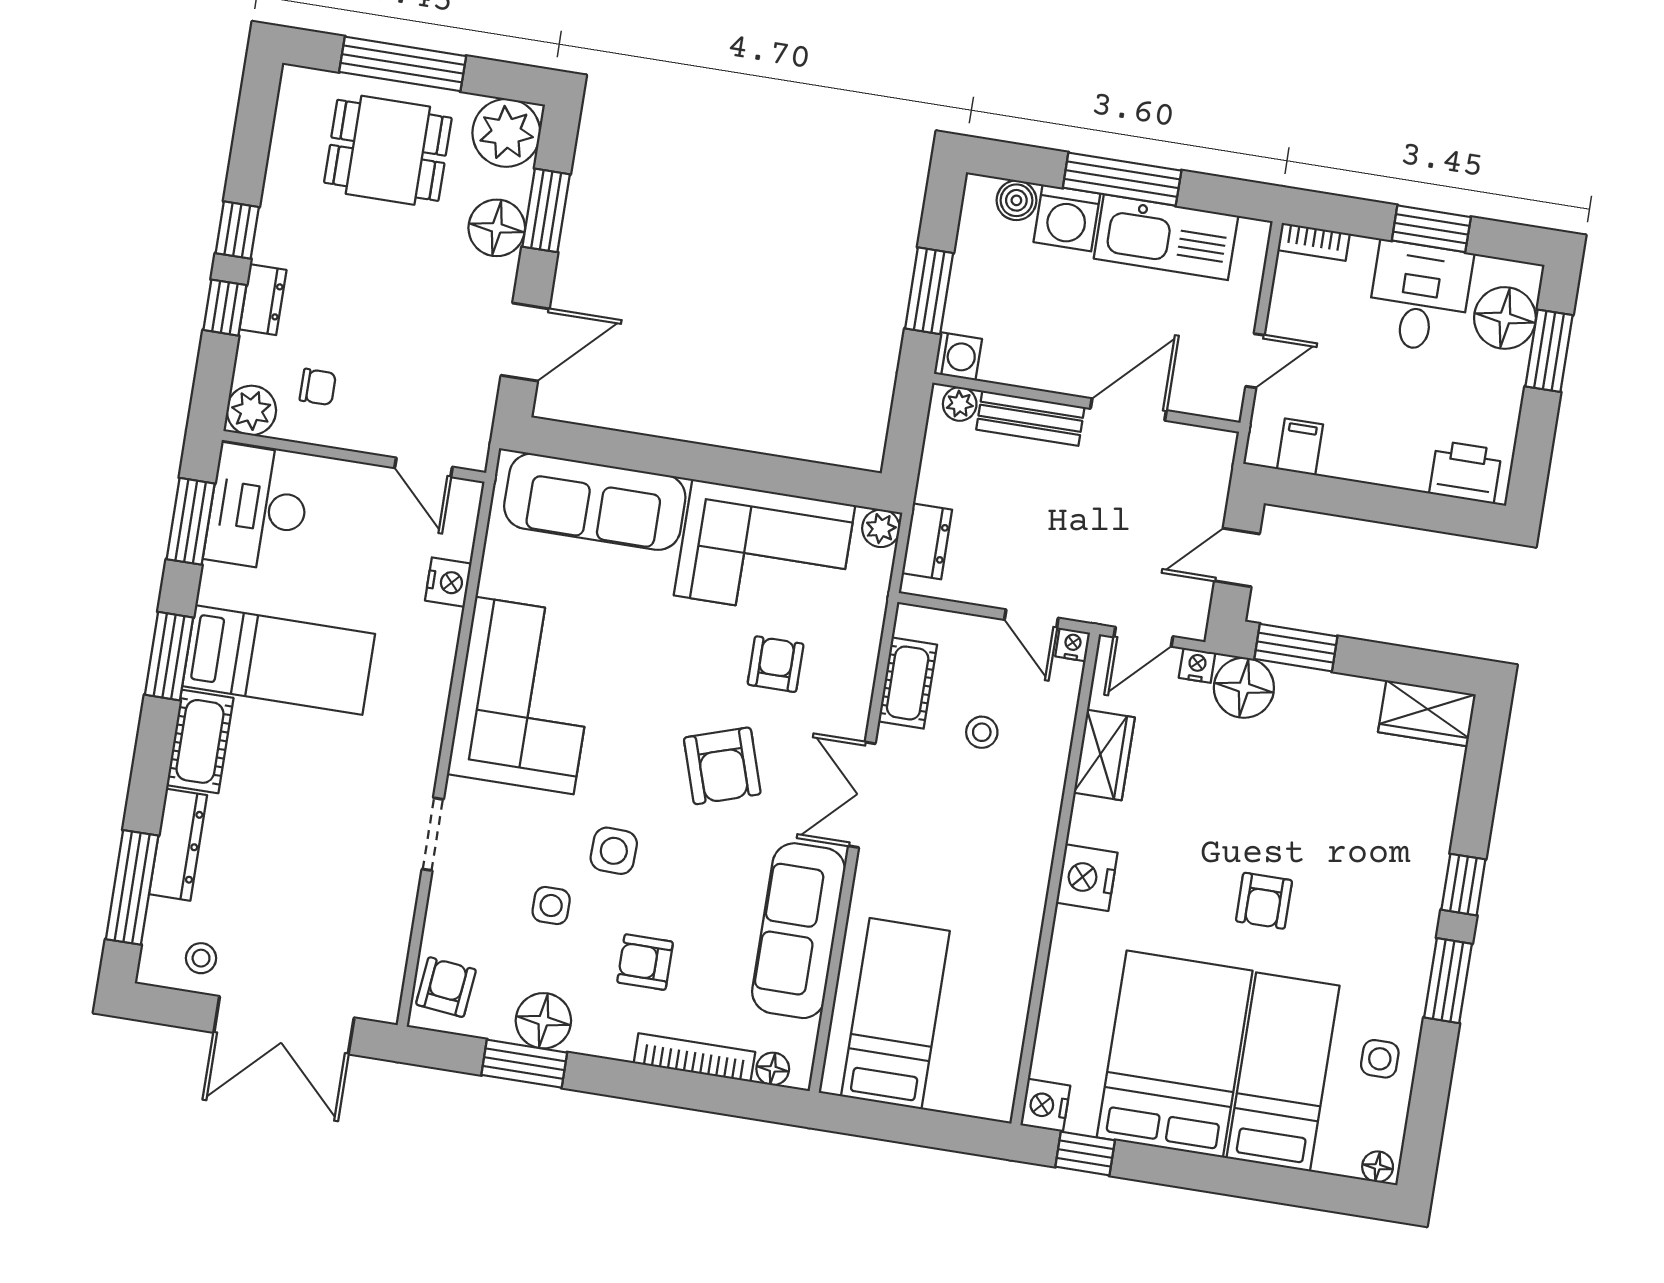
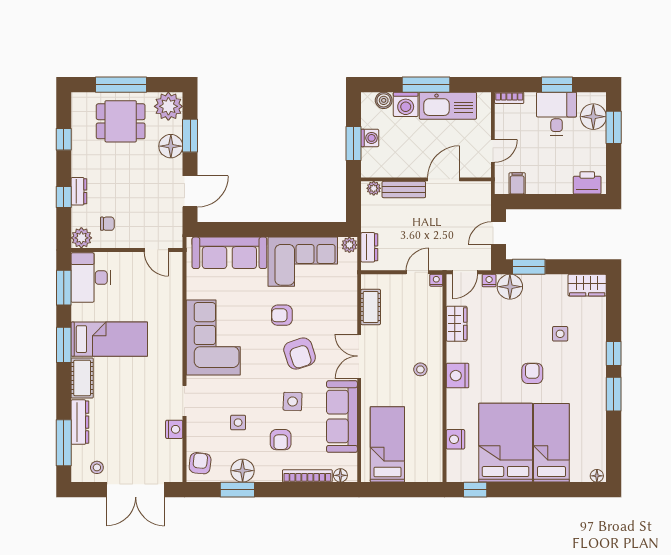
window: (237, 230) -> (64, 139), moved
washing machine: (958, 356) -> (370, 138), moved
nightstand: (448, 582) -> (174, 429), moved
door: (1031, 619) -> (417, 272), swing flipped
armchair: (776, 664) -> (282, 315), moved, turned -90
stool: (982, 732) -> (420, 369), moved
side table: (614, 851) -> (293, 401), moved
armchair: (1264, 901) -> (532, 373), turned 180
armchair: (645, 962) -> (281, 440), turned -90
side table: (1380, 1059) -> (560, 334), moved
nightstand: (1045, 1105) -> (455, 439), moved

